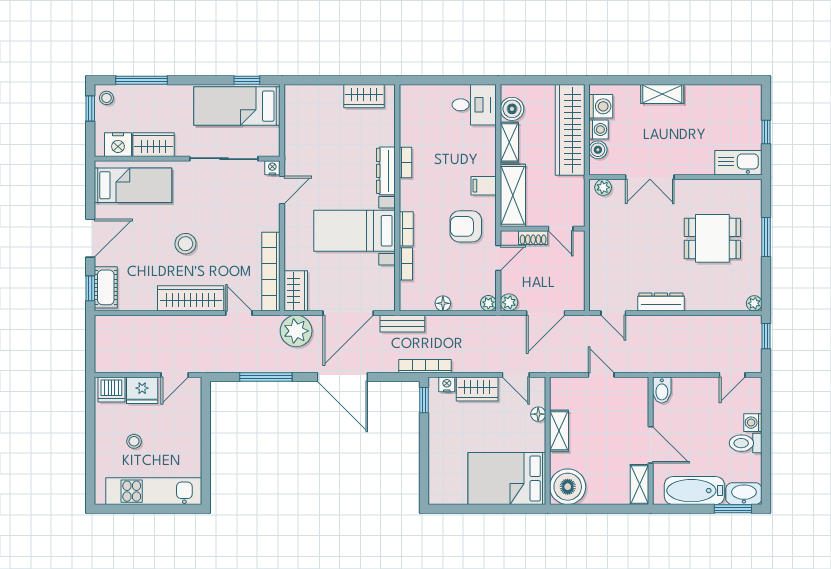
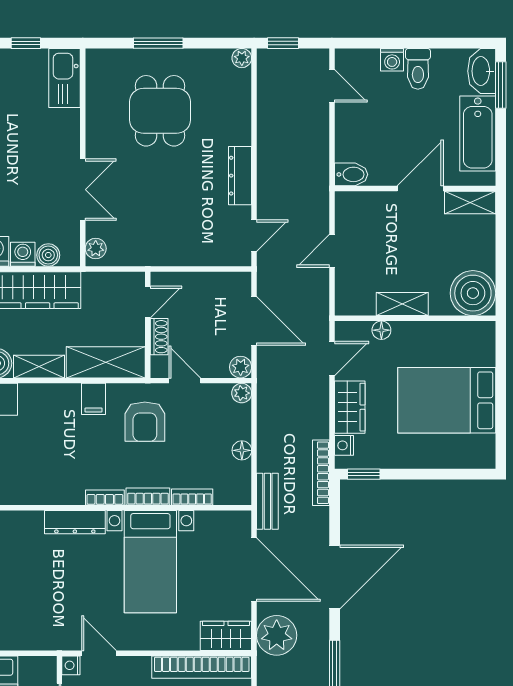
bookcase: (405, 163) -> (105, 497), moved
bed: (507, 479) -> (447, 400), moved, turned 90

